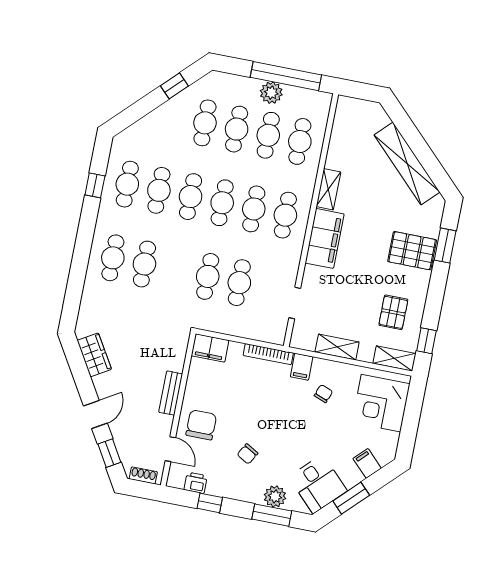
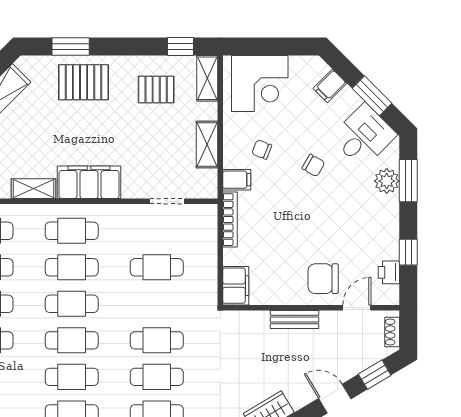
pallet: (412, 251) -> (84, 82), turned 90
cafe table: (208, 276) -> (157, 340), moved
chair: (247, 454) -> (313, 165), moved

